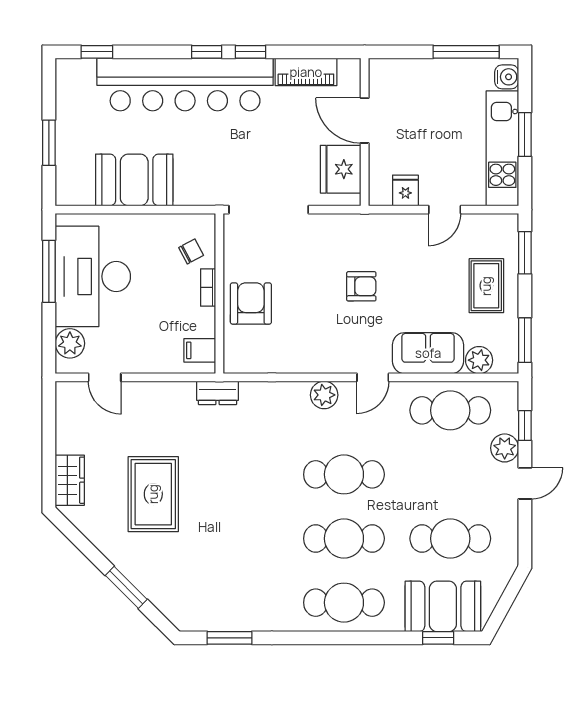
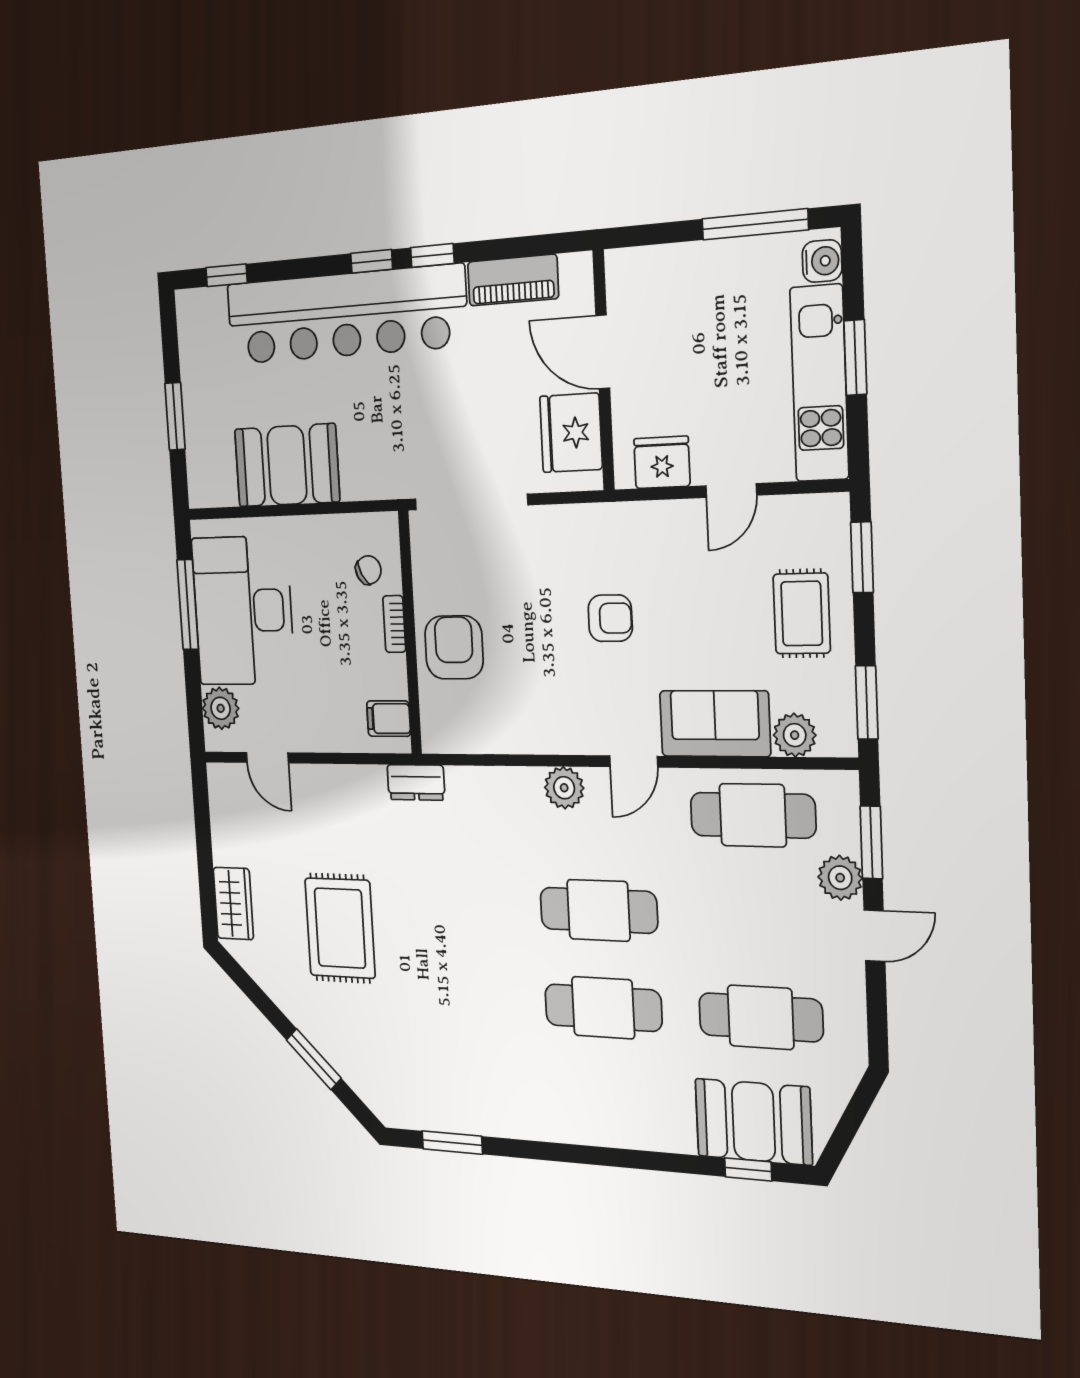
fridge: (405, 190) -> (662, 462), width x1.38
window: (525, 426) -> (871, 842), width x1.50
cafe table: (344, 603) -> (608, 1104), removed

